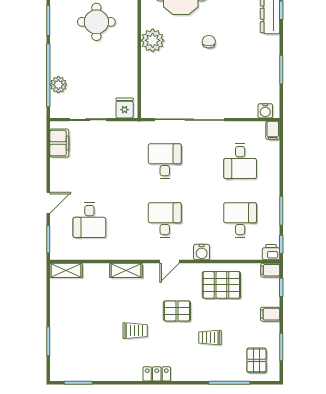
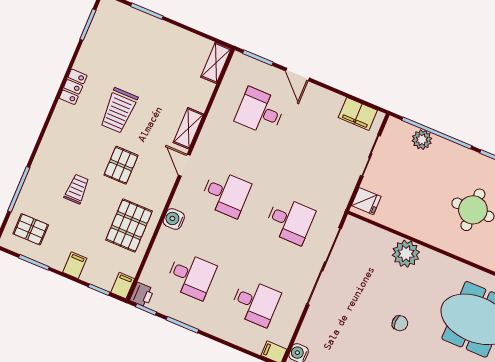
plant: (153, 40) -> (406, 254), moved
desk: (240, 161) -> (255, 303), turned 180
door: (169, 262) -> (184, 165), moved
trolley: (135, 331) -> (119, 111), width x1.36, depth x1.39
locker: (157, 374) -> (73, 87), moved

